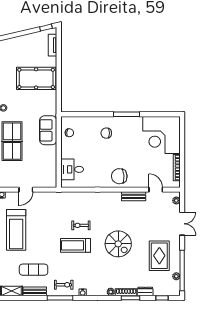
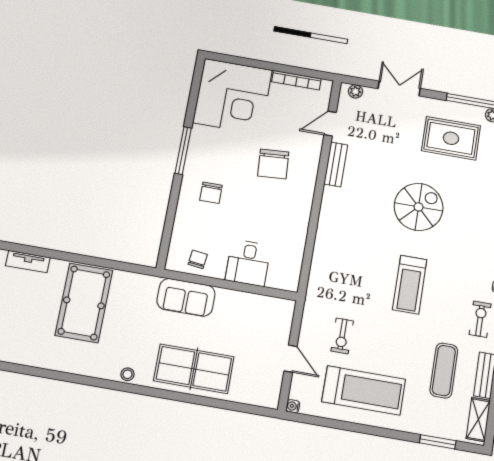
desk: (72, 169) -> (248, 263), moved
chair: (119, 176) -> (273, 164), moved
exercise bike: (81, 225) -> (342, 336), moved

